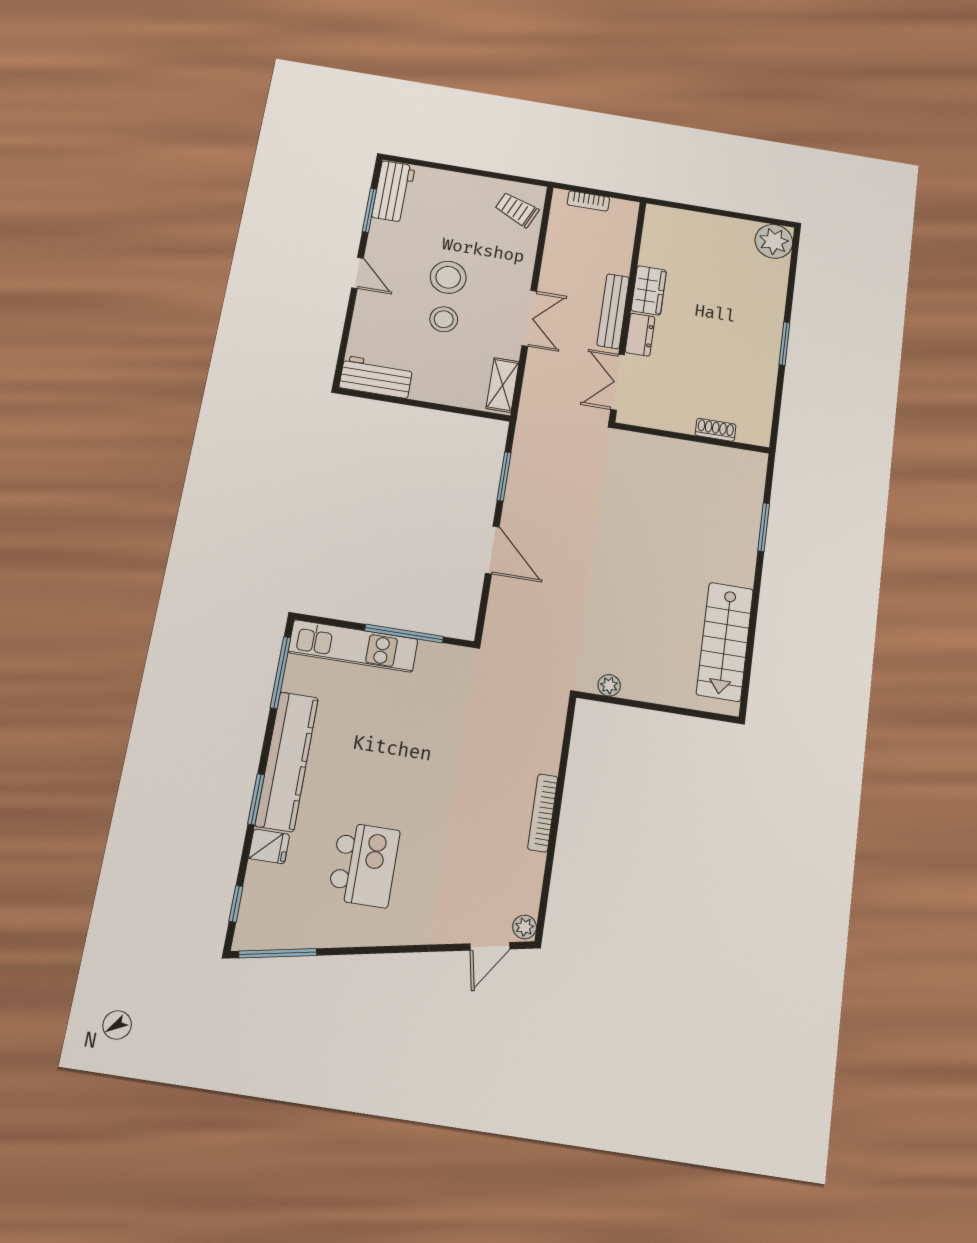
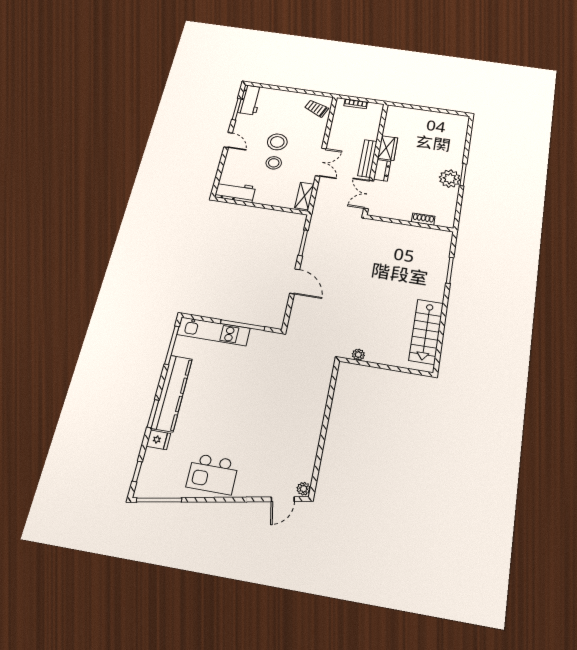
plant: (774, 241) -> (450, 179), moved
bookcase: (543, 813) -> (317, 424), removed
kitchen island: (364, 865) -> (213, 474), moved, turned 90

